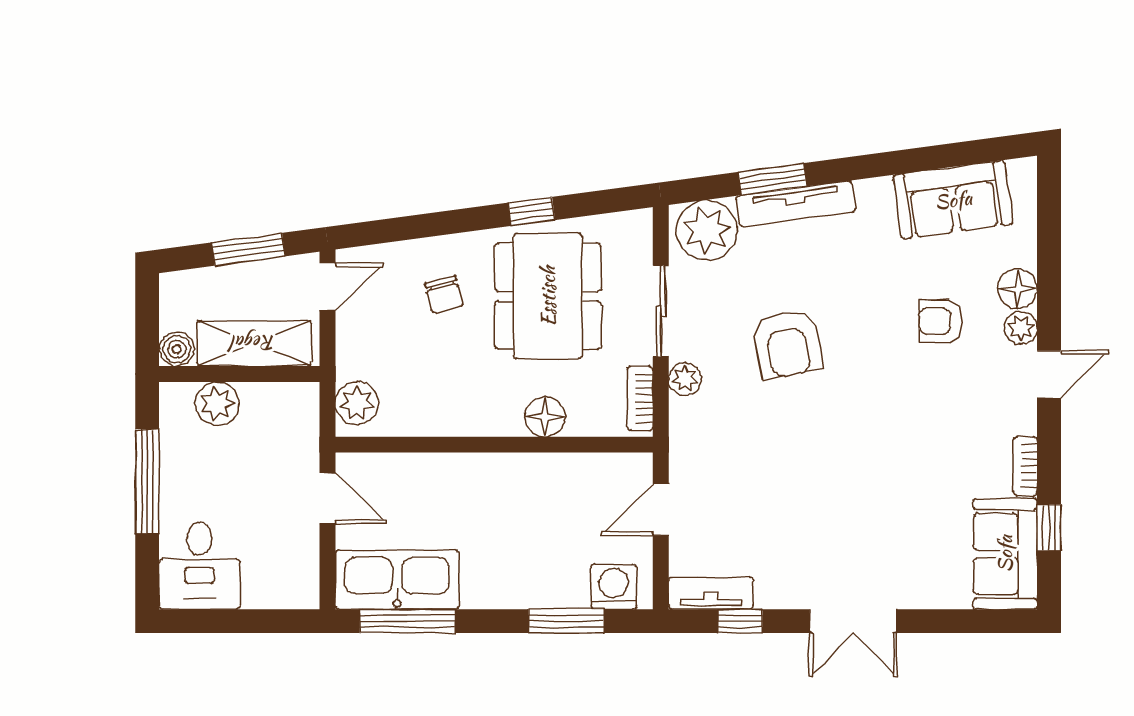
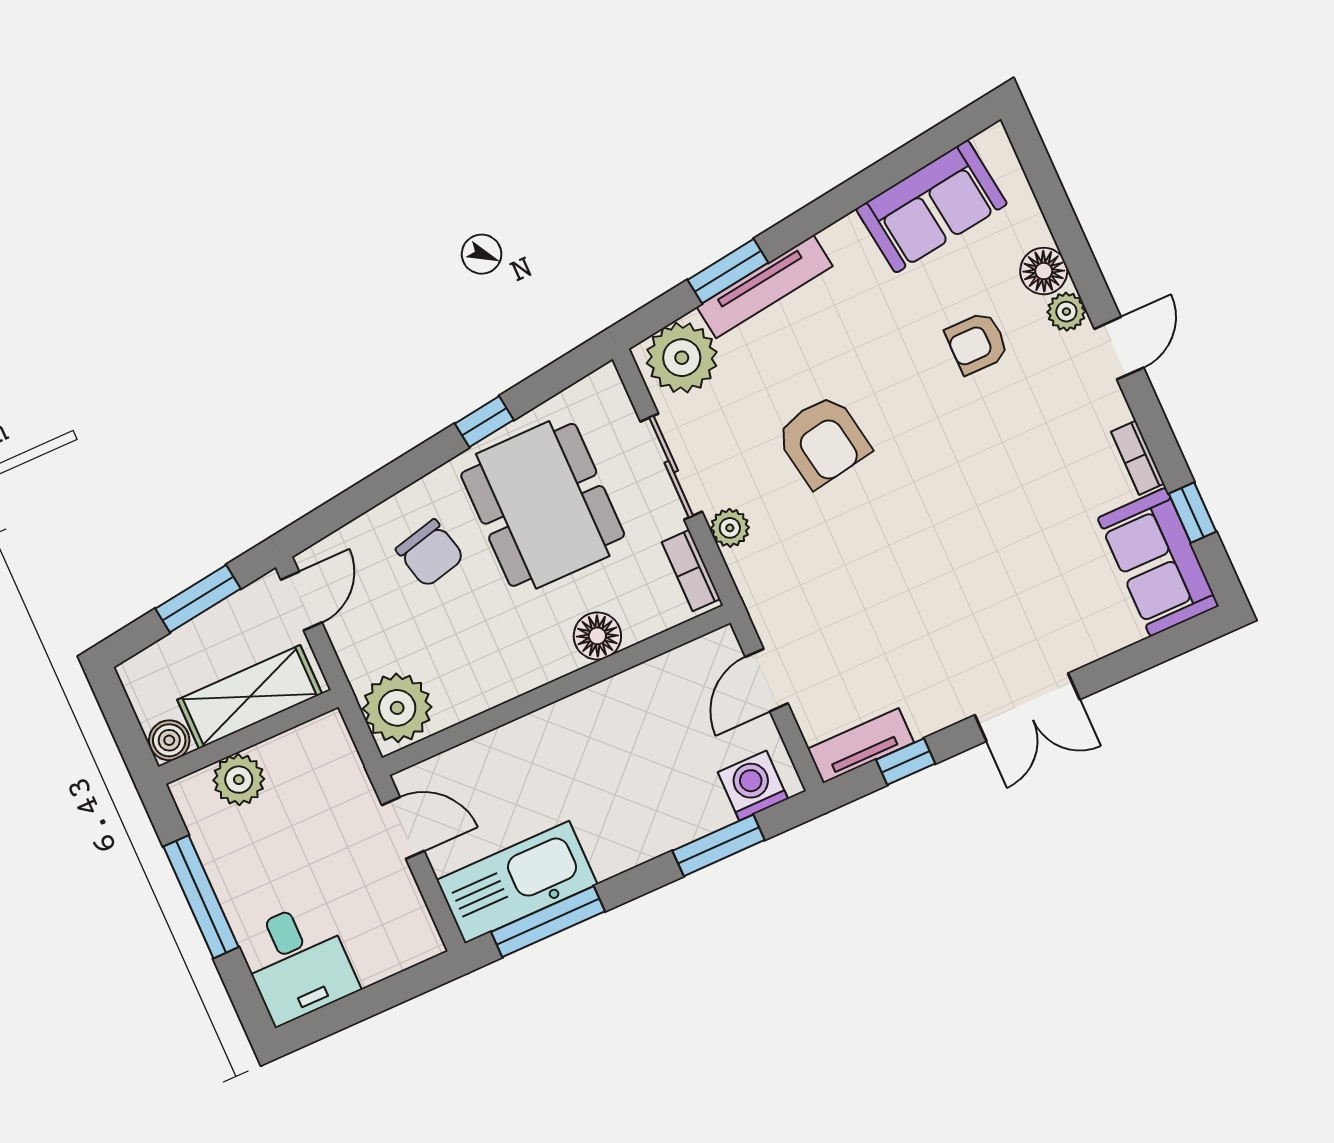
chair: (444, 295) -> (430, 553), width x1.37, depth x1.37
plant: (357, 403) -> (397, 708), width x1.36, depth x1.36

